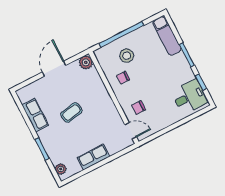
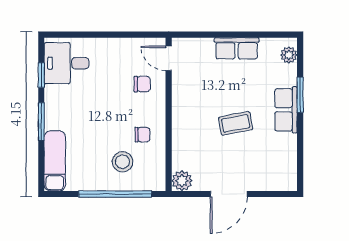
row of seats: (35, 115) -> (286, 110), moved

